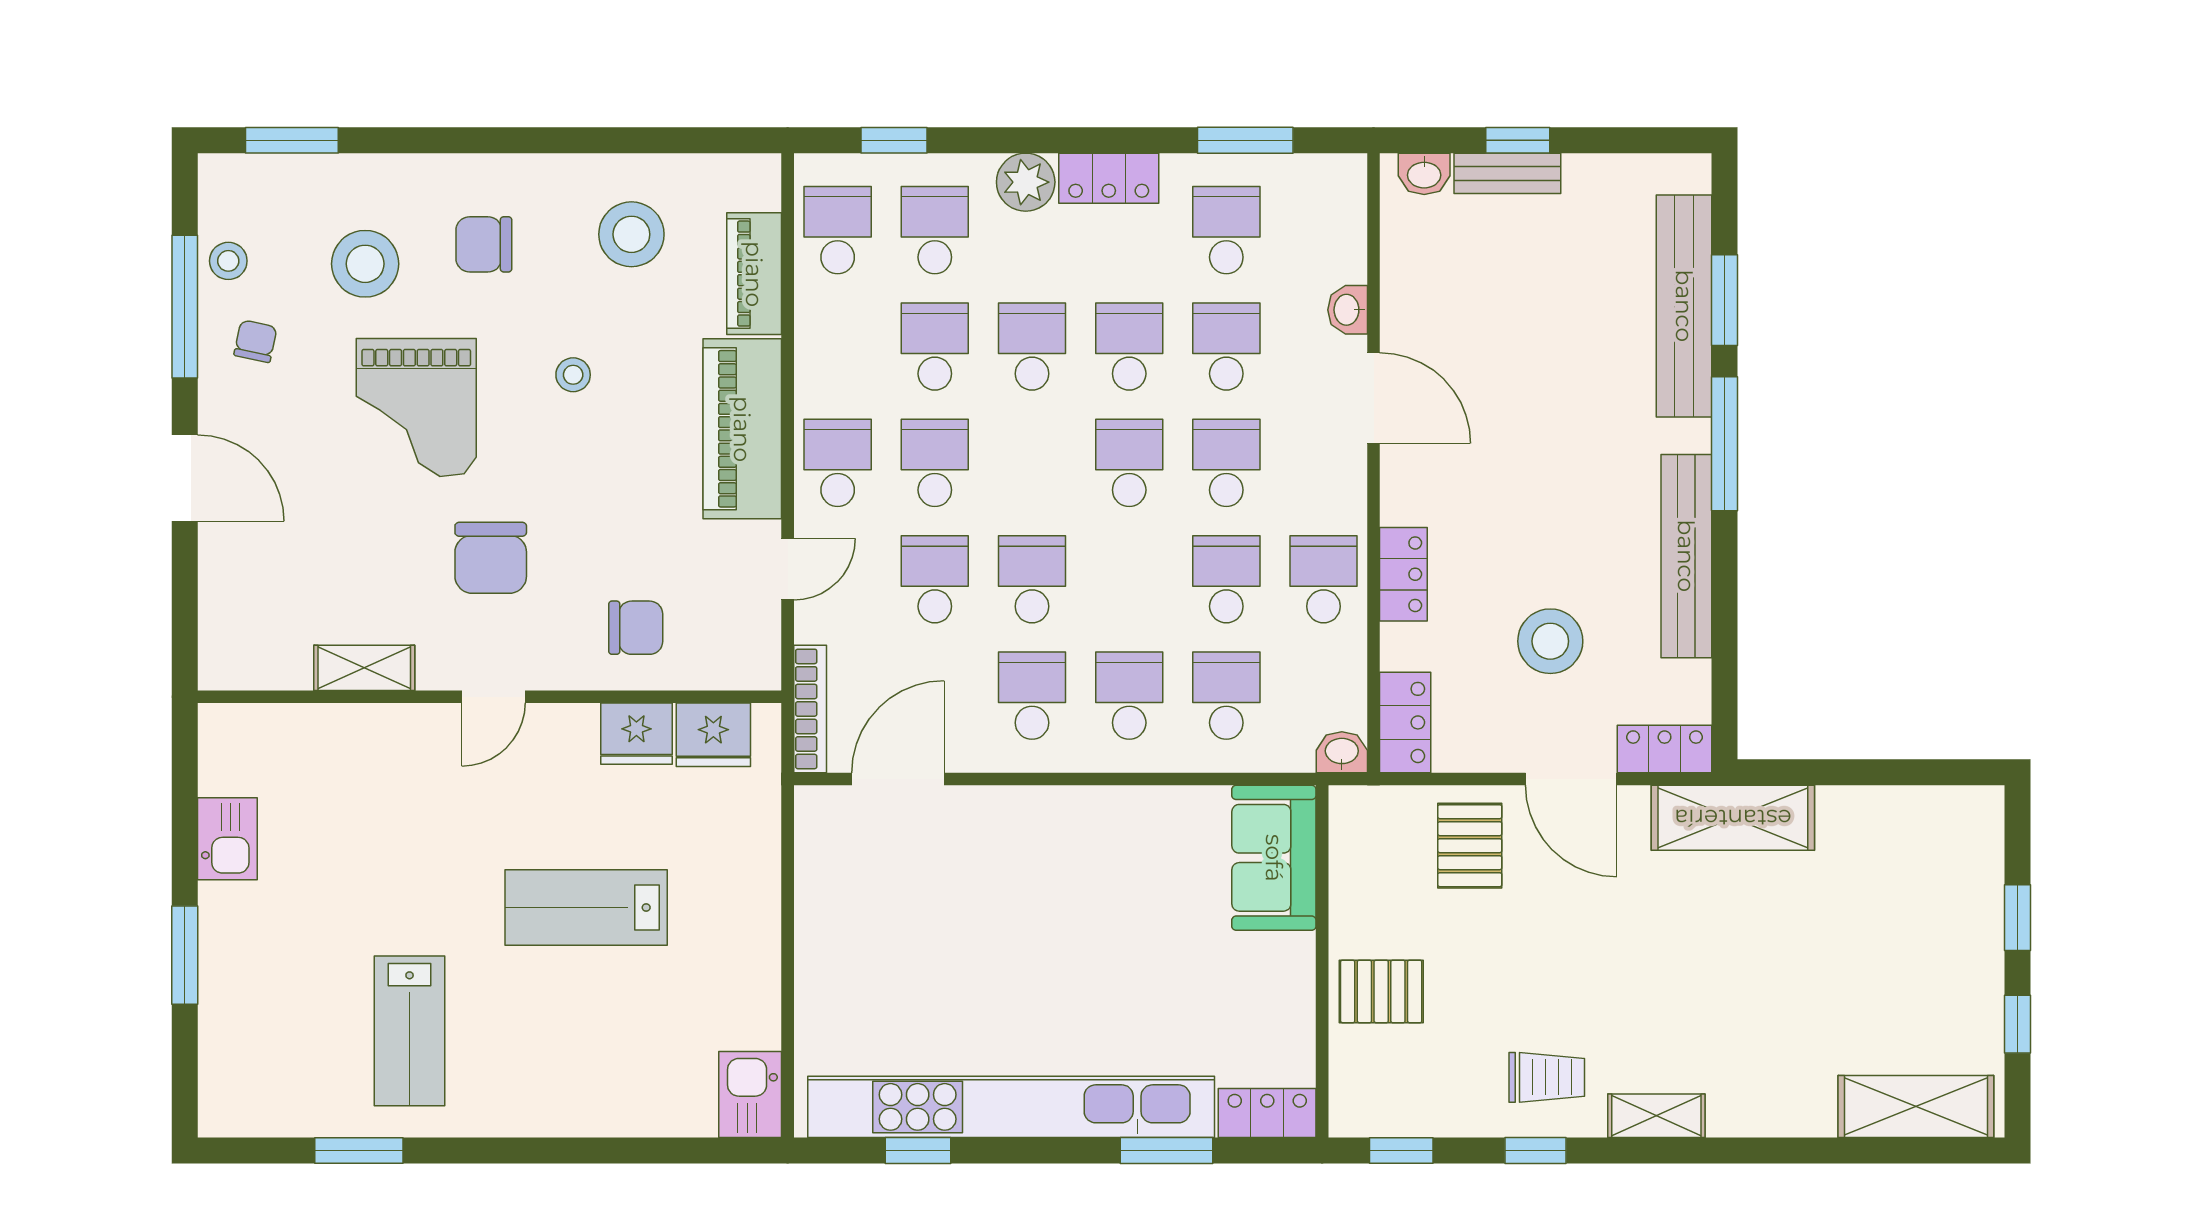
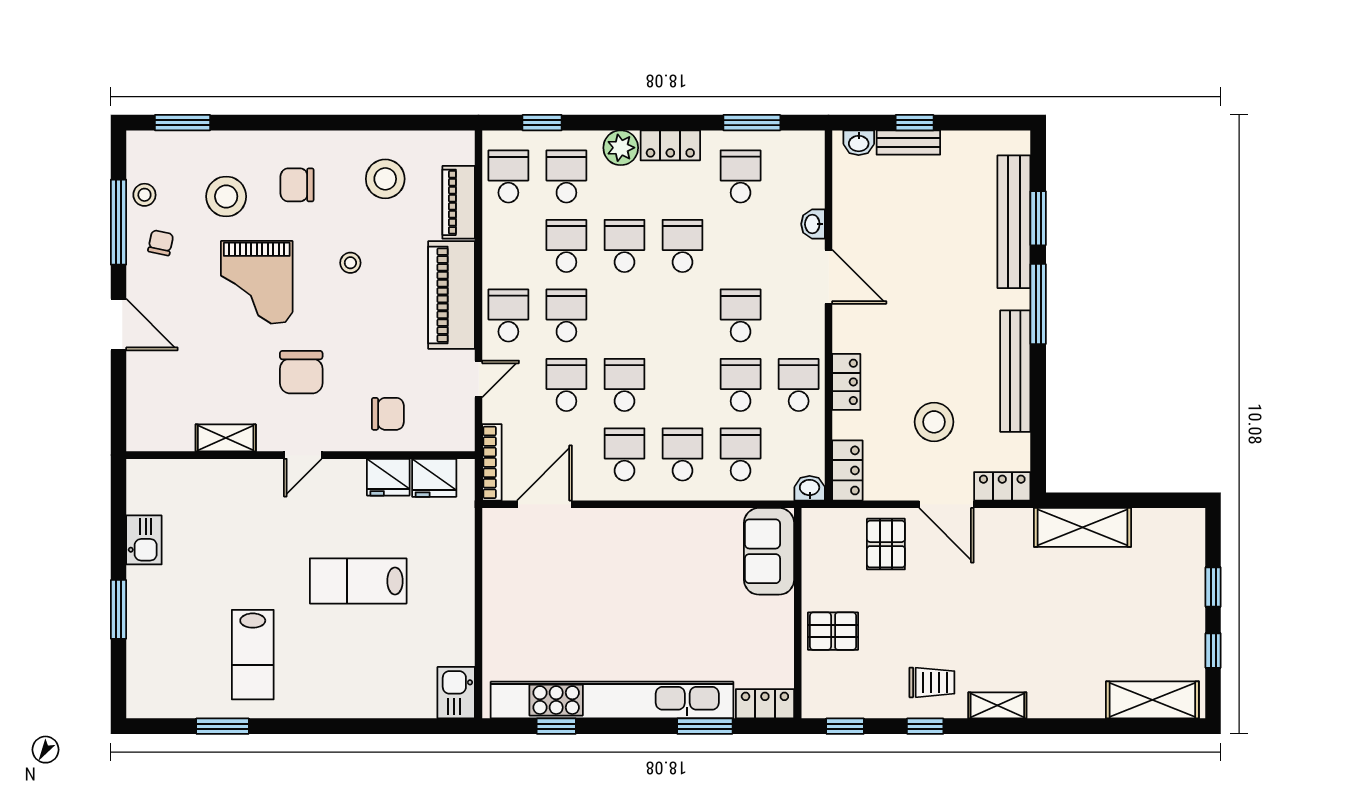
school desk: (1226, 347) -> (741, 246), removed
school desk: (1129, 463) -> (683, 315), removed
shelving: (1733, 818) -> (1082, 527), moved

